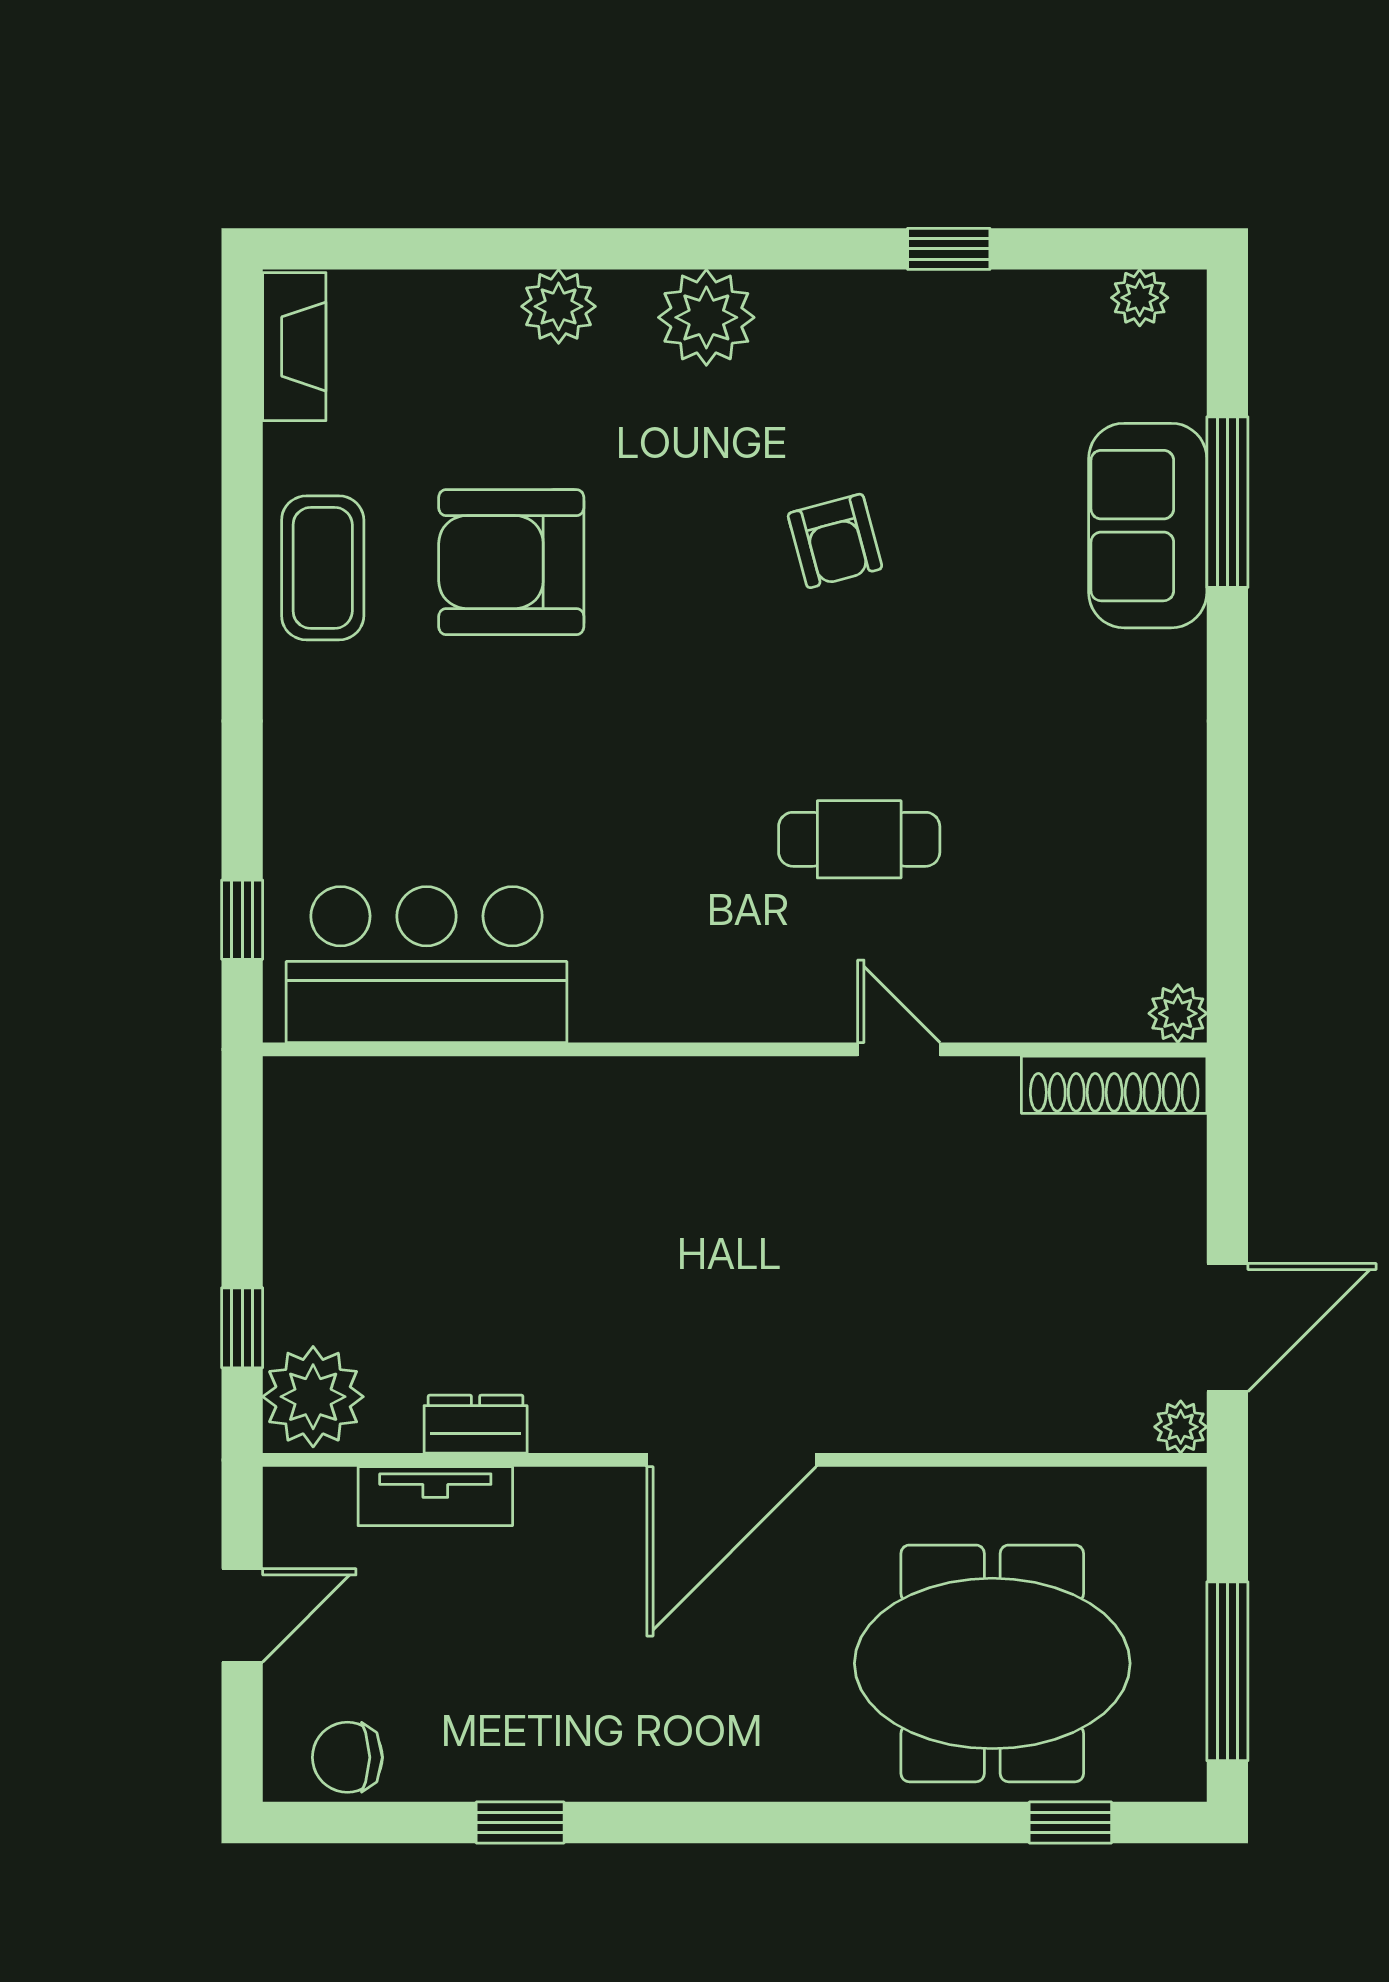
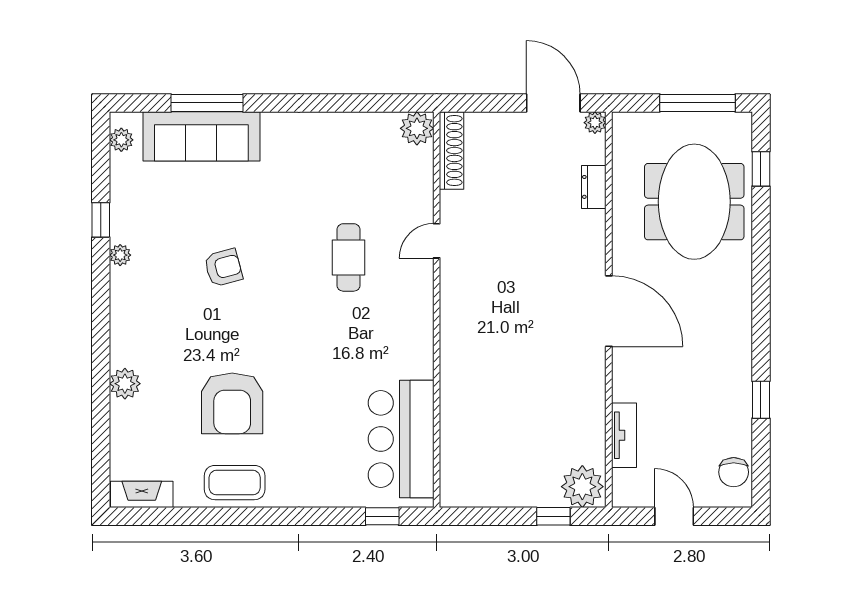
plant: (706, 317) -> (120, 255), moved, width x0.53, depth x0.53
sofa: (1148, 526) -> (201, 136), width x1.36
plant: (1178, 1013) -> (417, 128), width x1.38, depth x1.38
dresser: (476, 1424) -> (594, 187), moved

